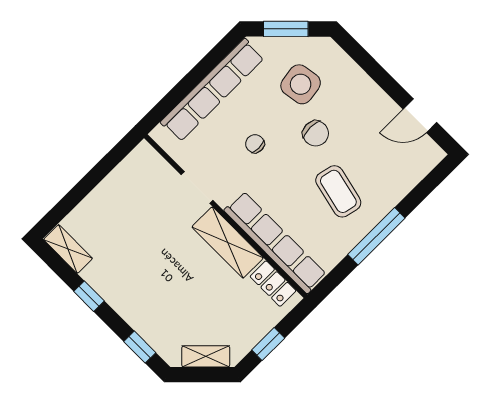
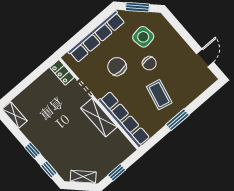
door: (420, 116) -> (205, 58), swing flipped
chair: (255, 144) -> (117, 66), width x1.87, depth x1.87
window: (376, 236) -> (178, 120), width x0.69
locker: (273, 284) -> (62, 72), moved
window: (89, 296) -> (32, 150), moved

